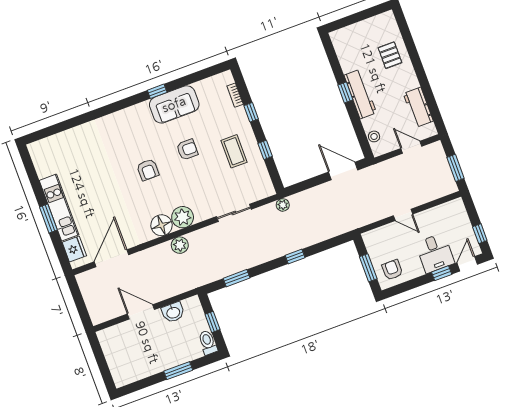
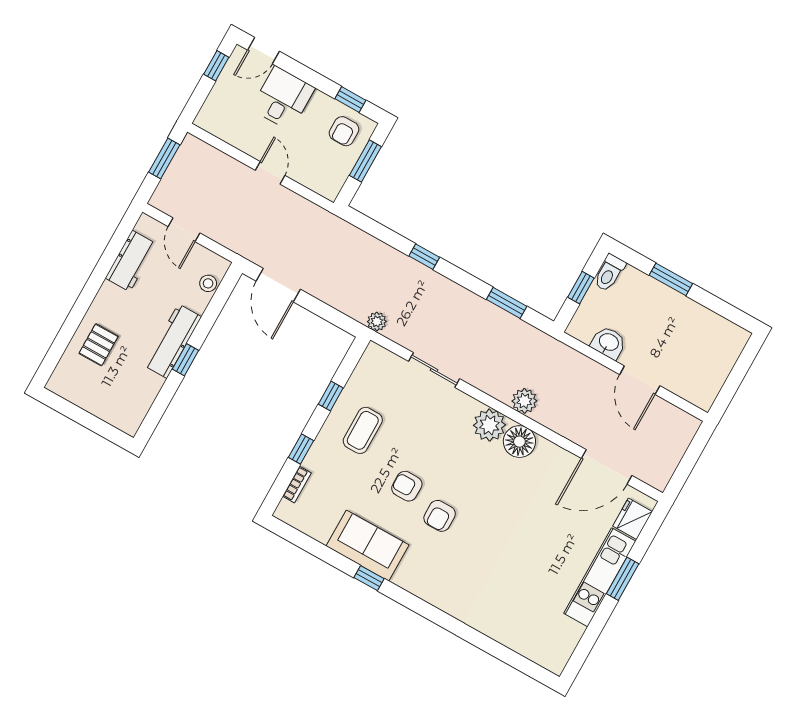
armchair: (148, 170) -> (440, 516), moved, turned 180
window: (442, 273) -> (350, 99), moved

